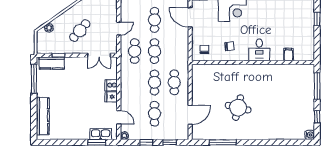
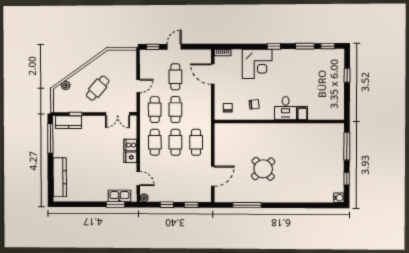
filing cabinet: (289, 55) -> (302, 113), moved
round table: (238, 108) -> (263, 169), turned 34
cafe table: (154, 114) -> (155, 142), moved

